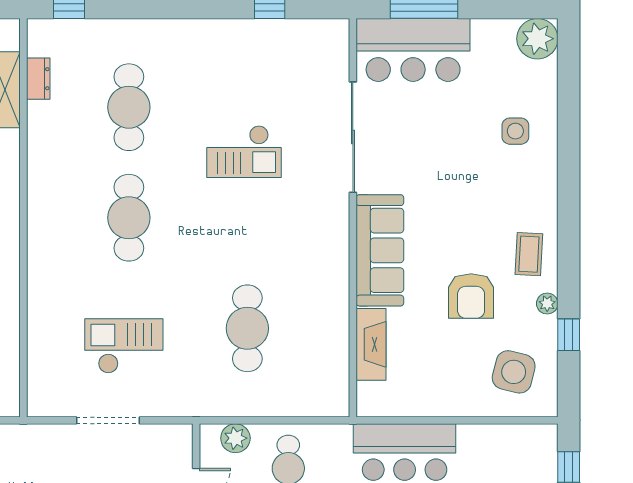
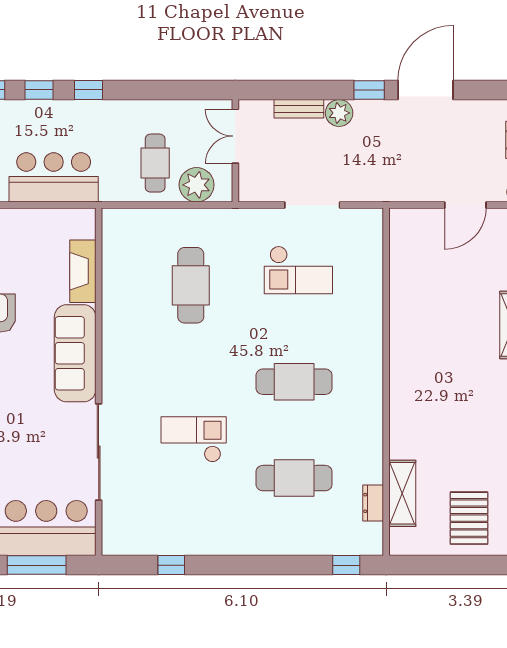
cafe table: (129, 107) -> (294, 478), turned 90
cafe table: (129, 218) -> (294, 382), turned 90
plant: (235, 438) -> (197, 185), width x1.36, depth x1.36

